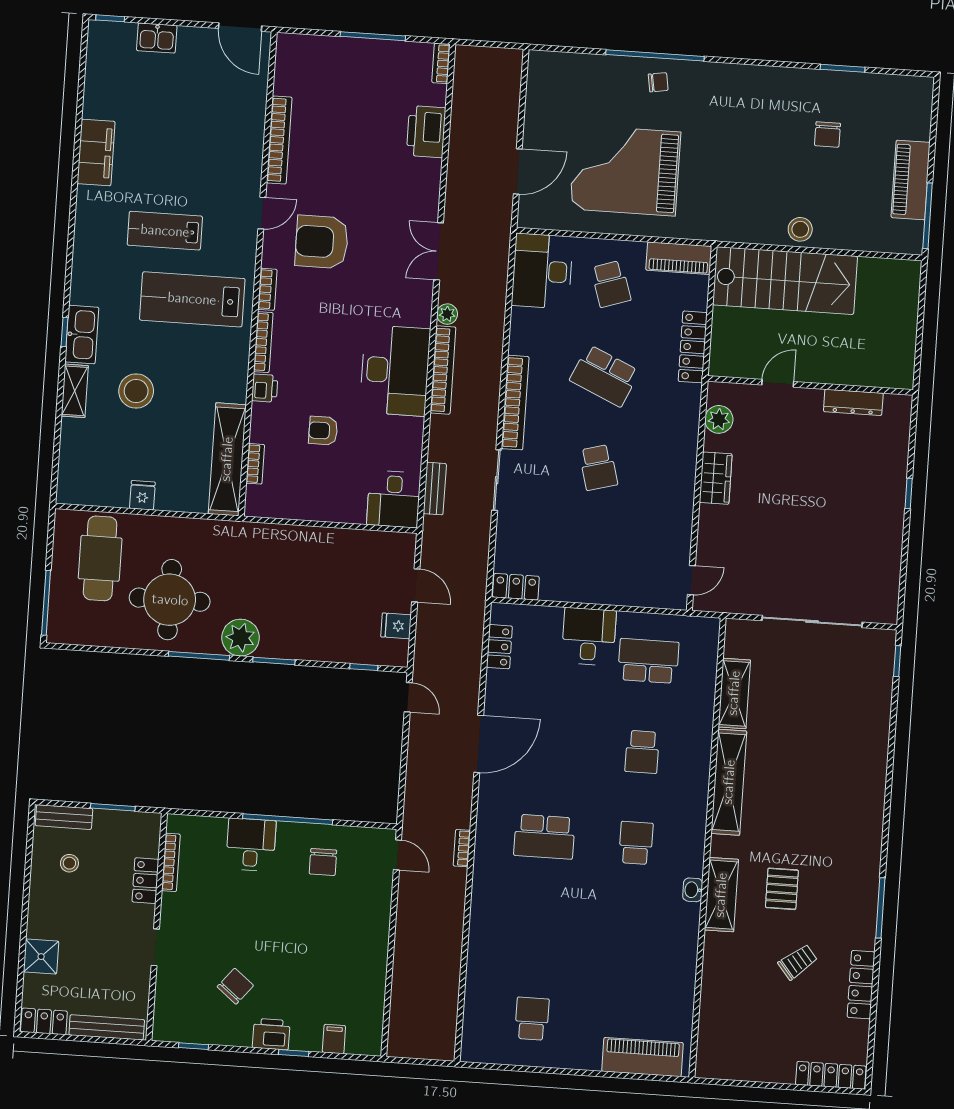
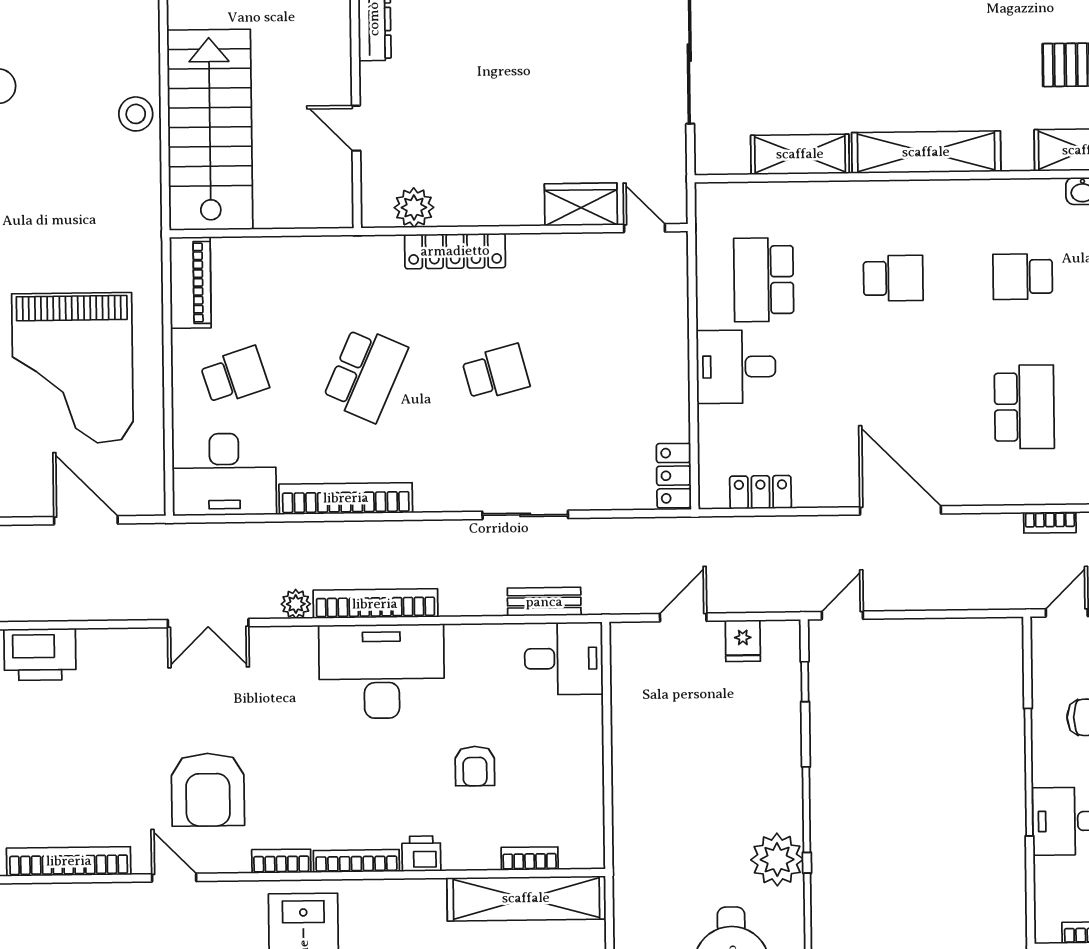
locker: (693, 347) -> (455, 251), moved
bookcase: (515, 403) -> (346, 498), moved
wardrobe: (716, 478) -> (581, 204), moved
window: (274, 661) -> (806, 810), width x1.44

